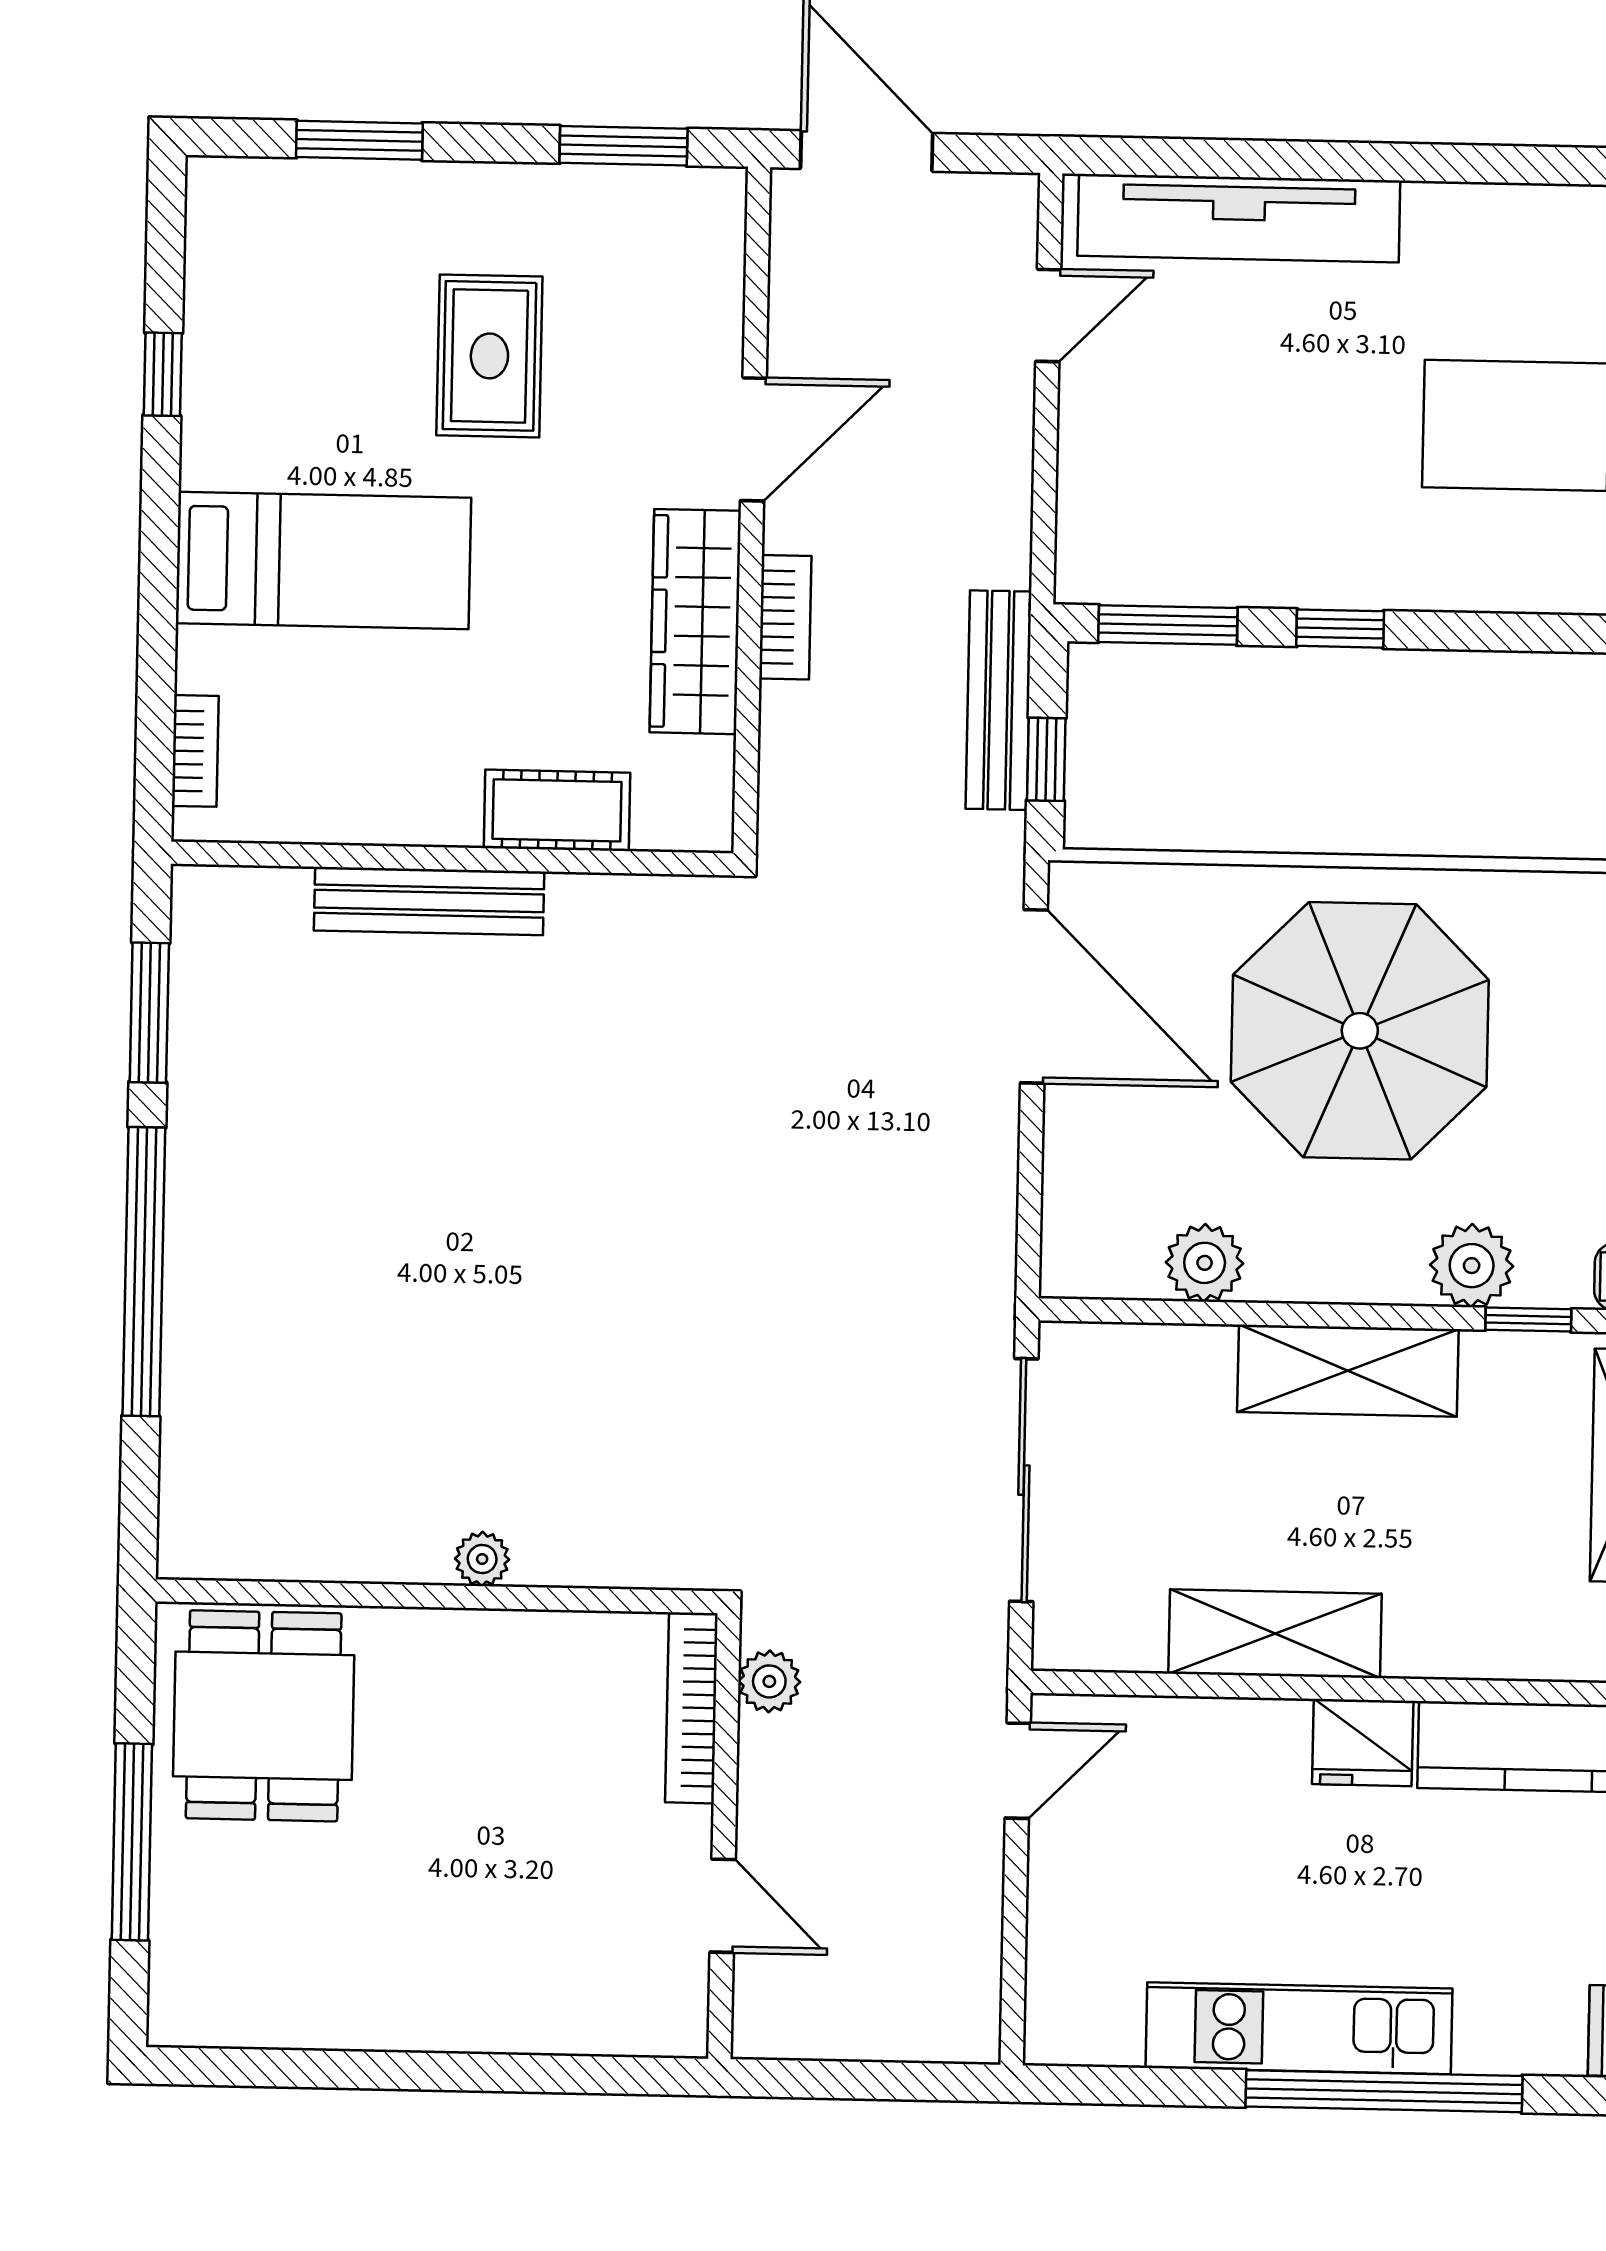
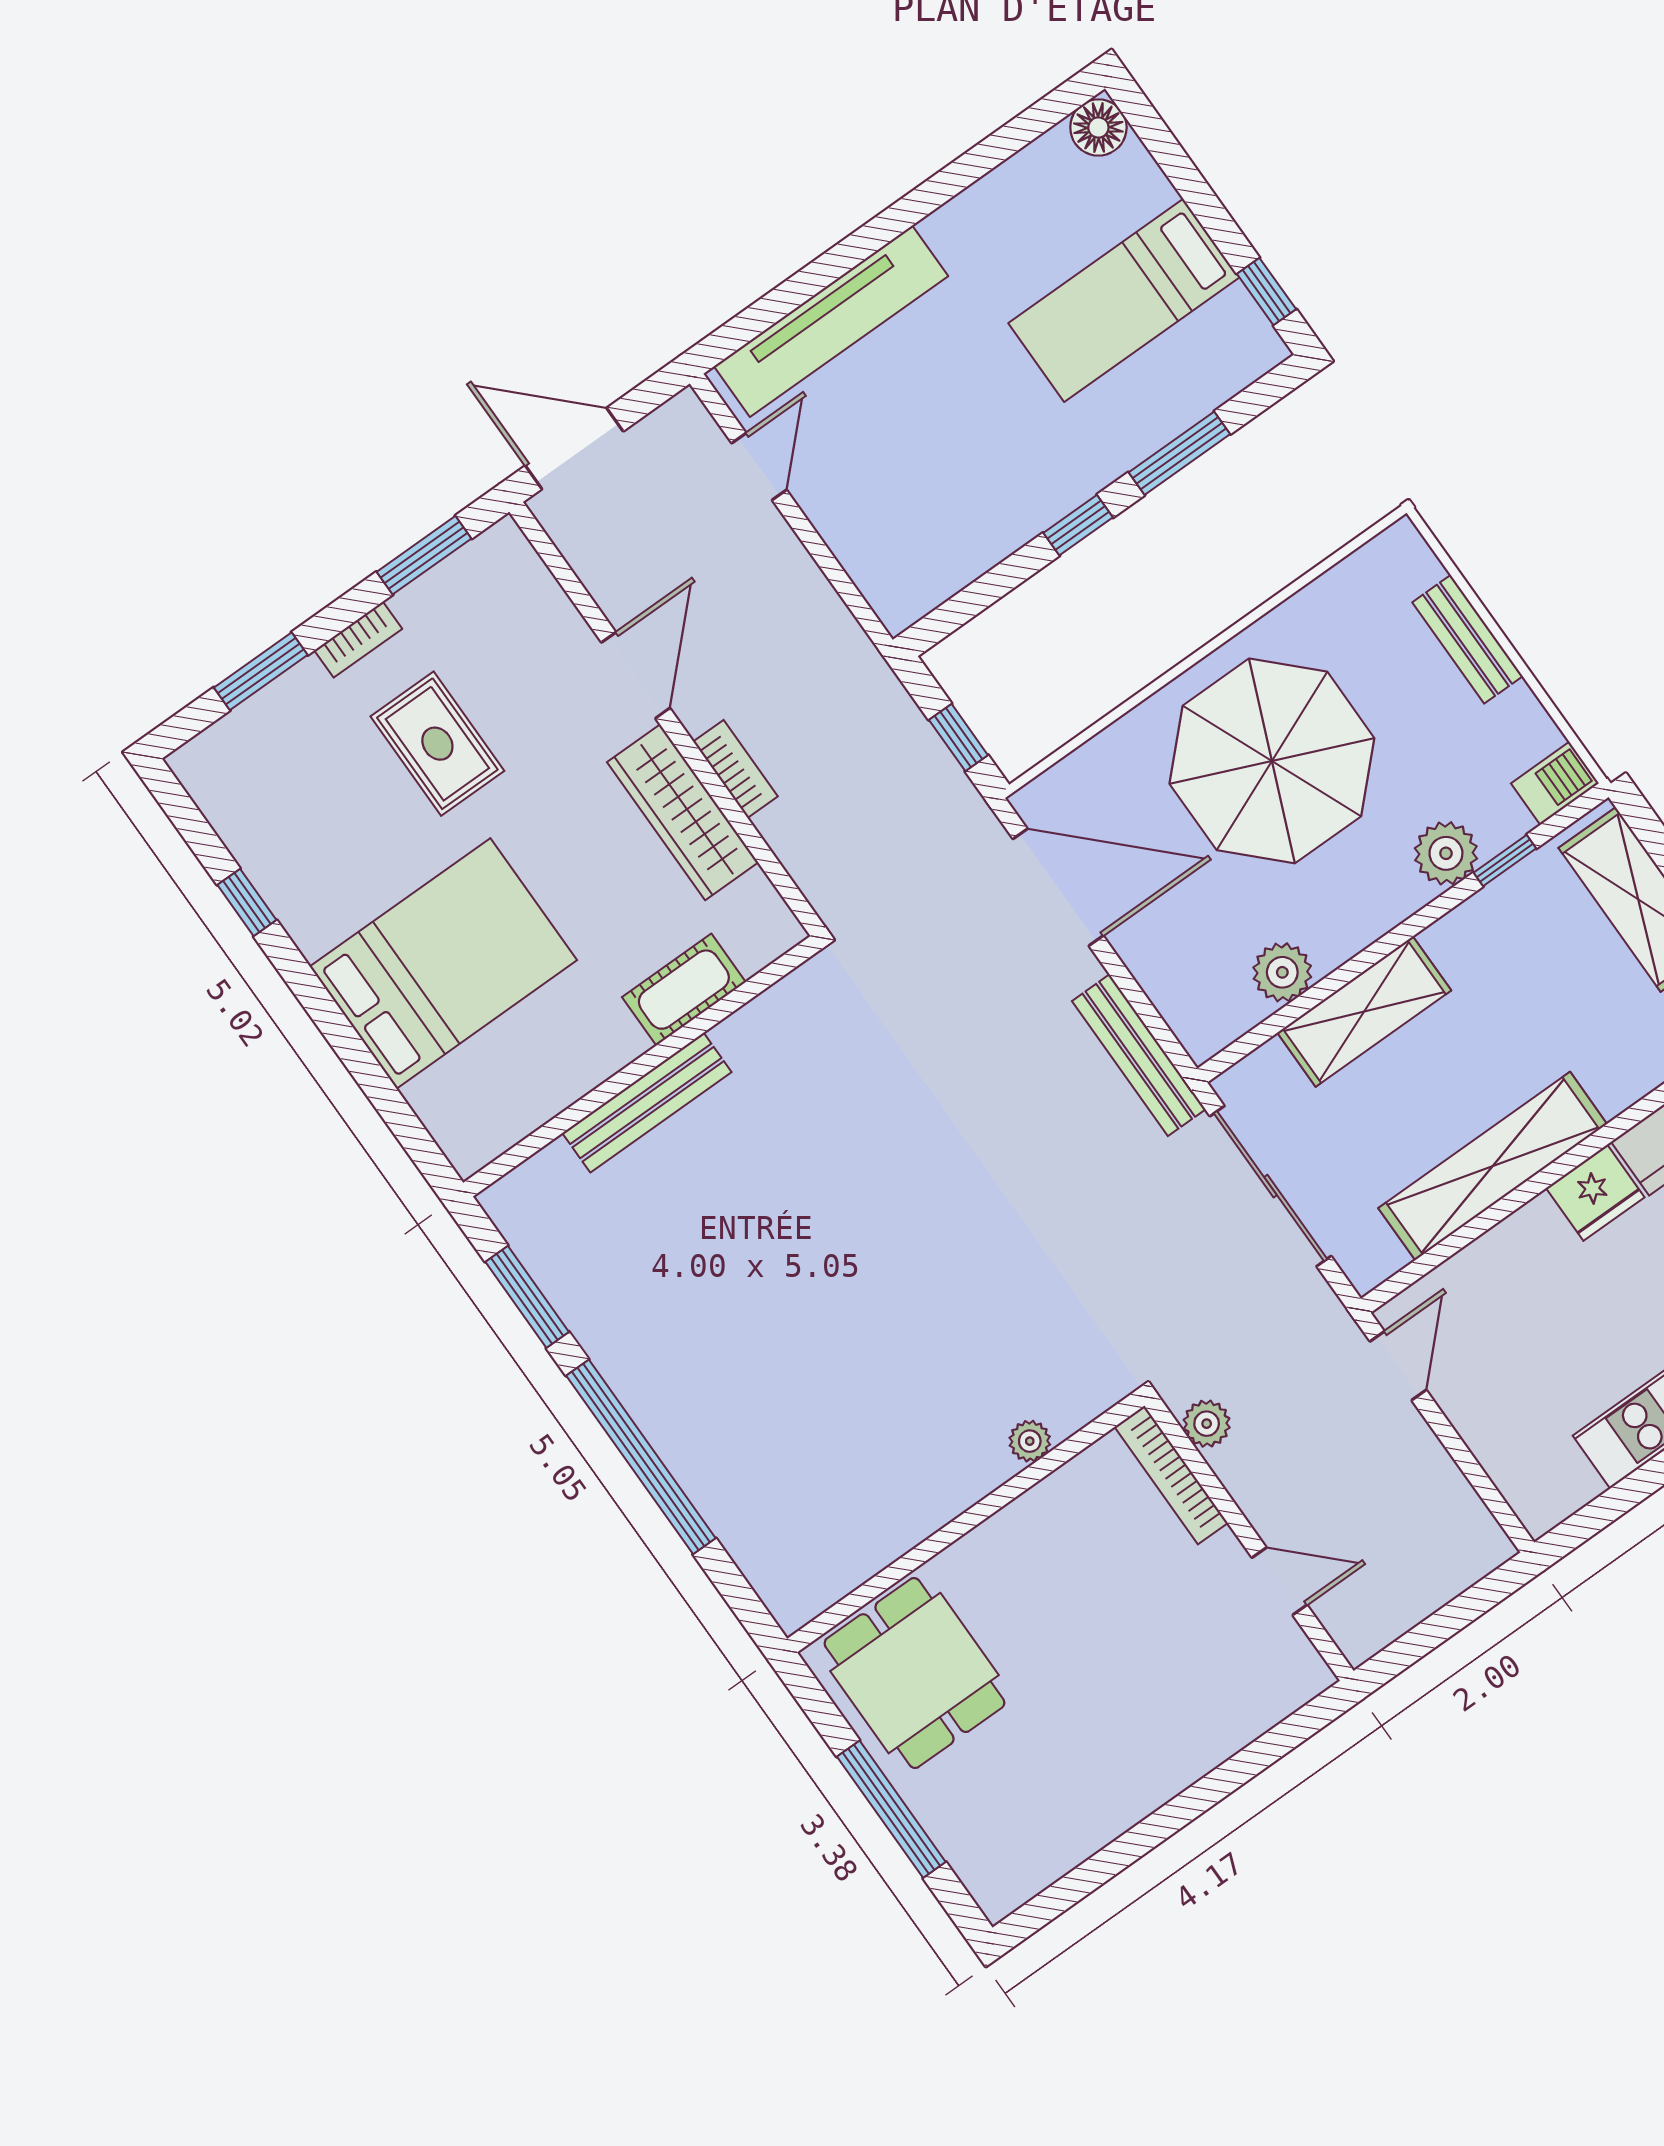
bed: (323, 560) -> (443, 963), width x1.50
window: (1168, 625) -> (1179, 453), moved
bench: (999, 700) -> (1139, 1055), moved
bookcase: (195, 751) -> (358, 640), moved, turned 90
shelving: (1348, 1371) -> (1364, 1011), moved
plant: (482, 1559) -> (1030, 1441), moved
shelving: (1275, 1634) -> (1493, 1166), width x1.47

